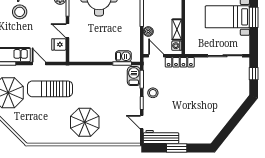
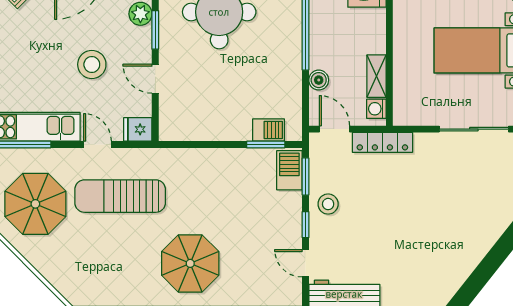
stool: (20, 12) -> (92, 64), moved
fridge: (59, 44) -> (138, 129), moved

